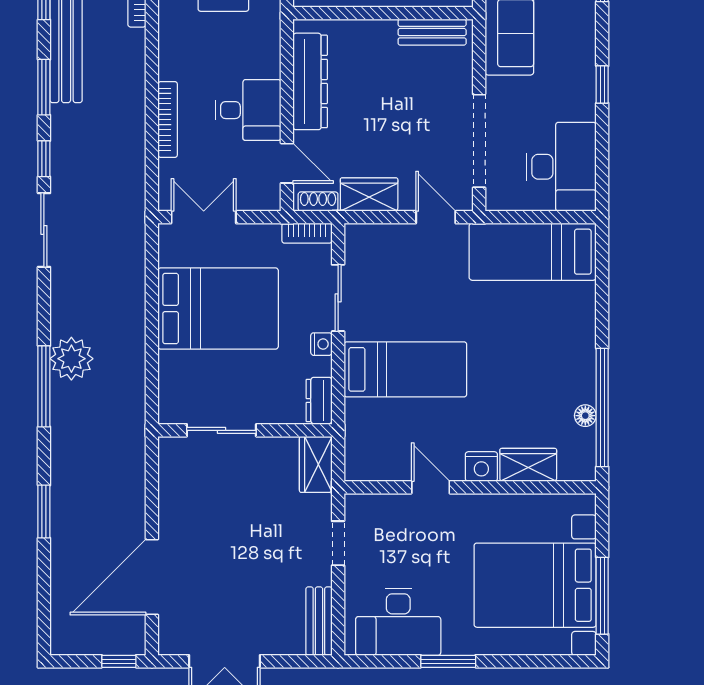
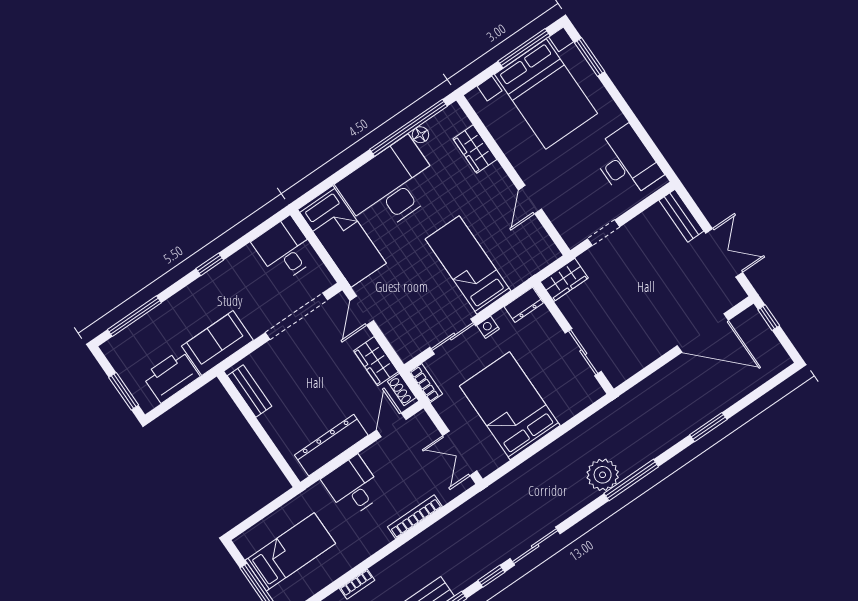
desk: (248, 110) -> (353, 486), moved
desk: (561, 167) -> (285, 250), width x0.73
desk: (551, 343) -> (390, 187), added
nightstand: (481, 467) -> (496, 177), removed
bench: (319, 621) -> (681, 216), moved, turned 90
window: (448, 661) -> (590, 57), moved

